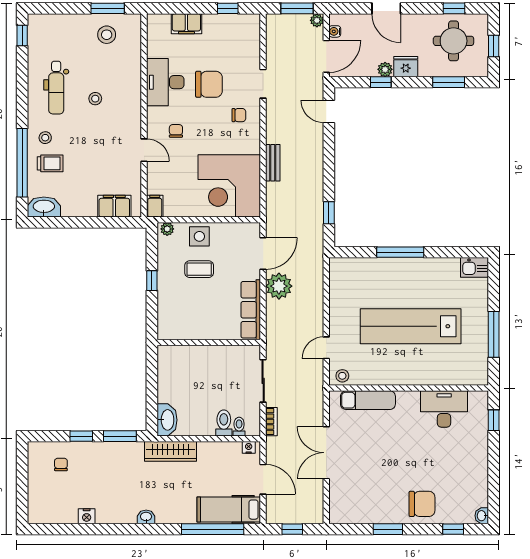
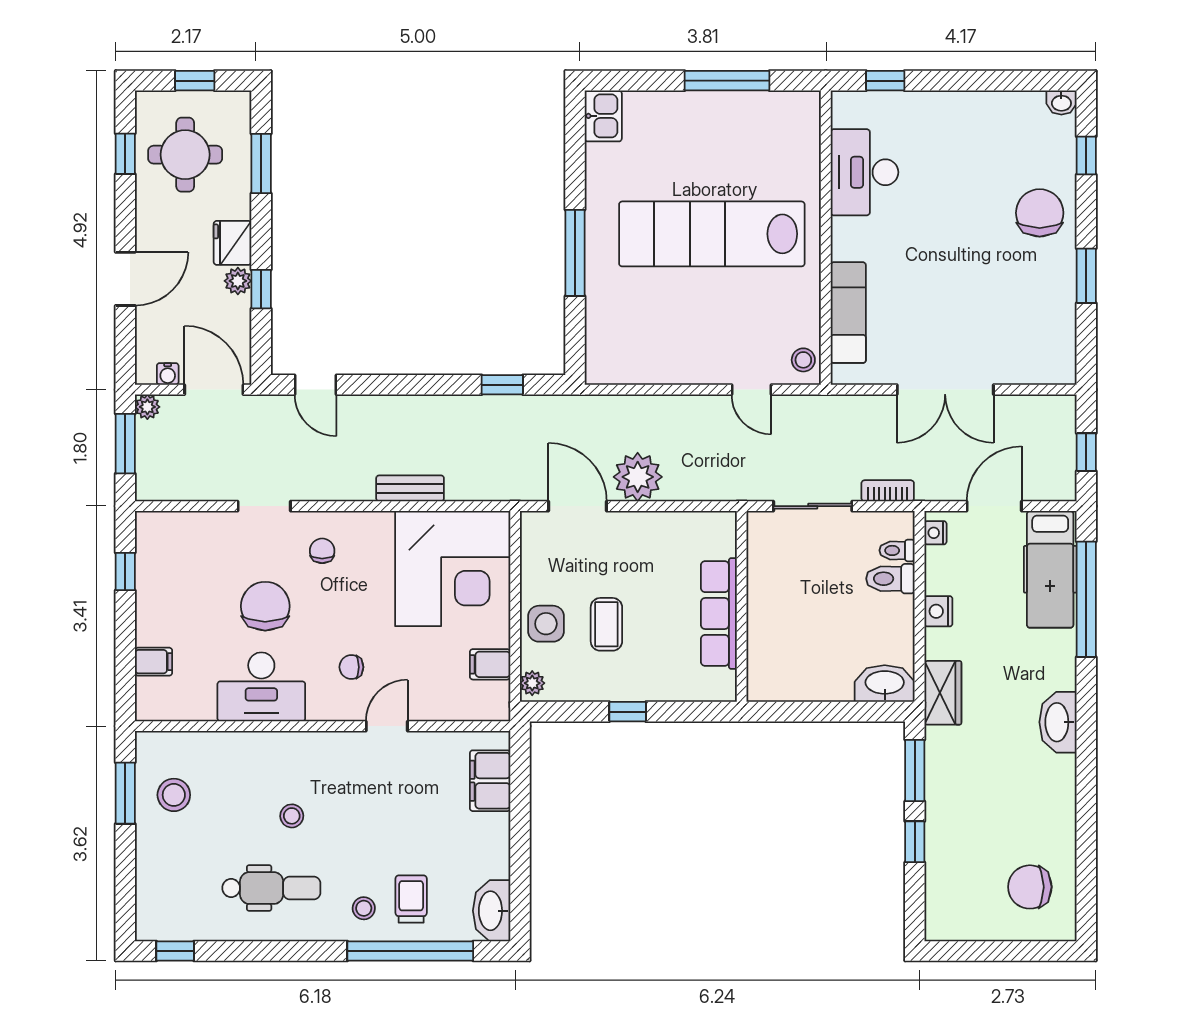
filing cabinet: (186, 24) -> (154, 662), width x0.50
door: (329, 111) -> (315, 385), hinge flipped
filing cabinet: (155, 206) -> (490, 664), moved
row of seats: (251, 310) -> (719, 613), moved, turned 90
lab bench: (411, 326) -> (712, 234), turned 90
wardrobe: (171, 451) -> (943, 693), width x0.67
chair: (61, 465) -> (1030, 887), moved, width x1.87, depth x1.87
nightstand: (87, 516) -> (938, 611), moved, turned 180
washbasin: (146, 517) -> (1058, 722), width x1.91, depth x1.45

